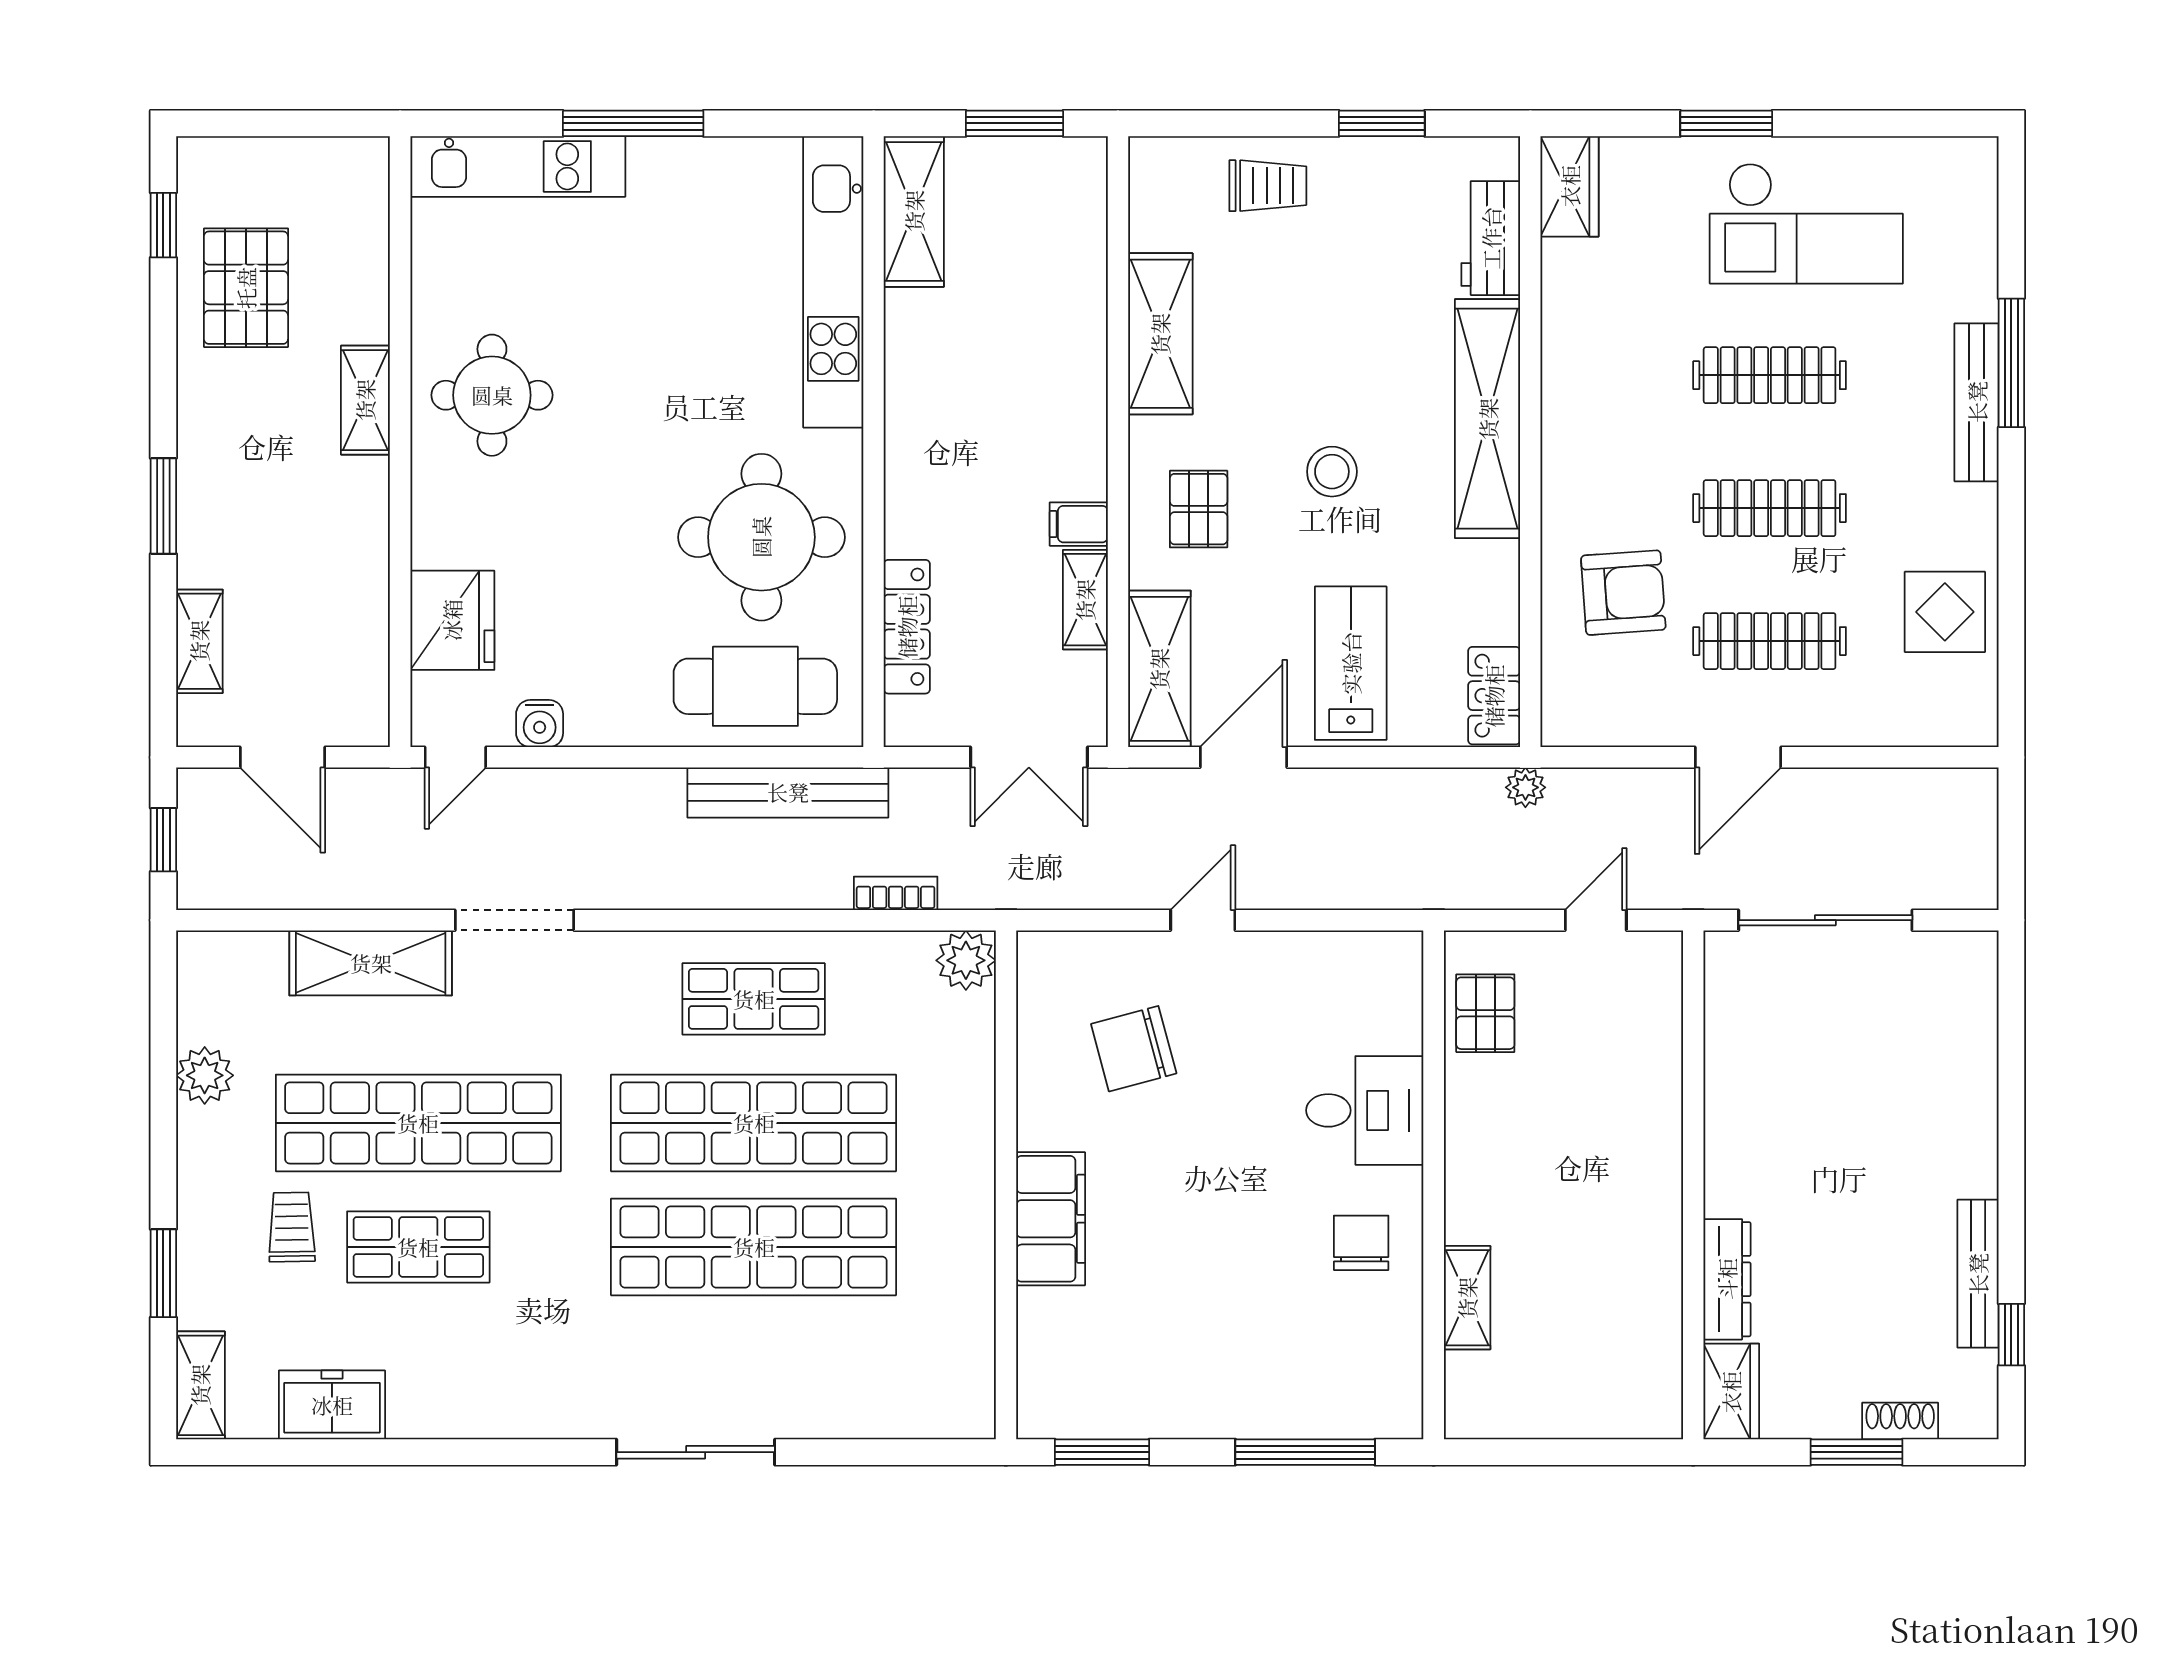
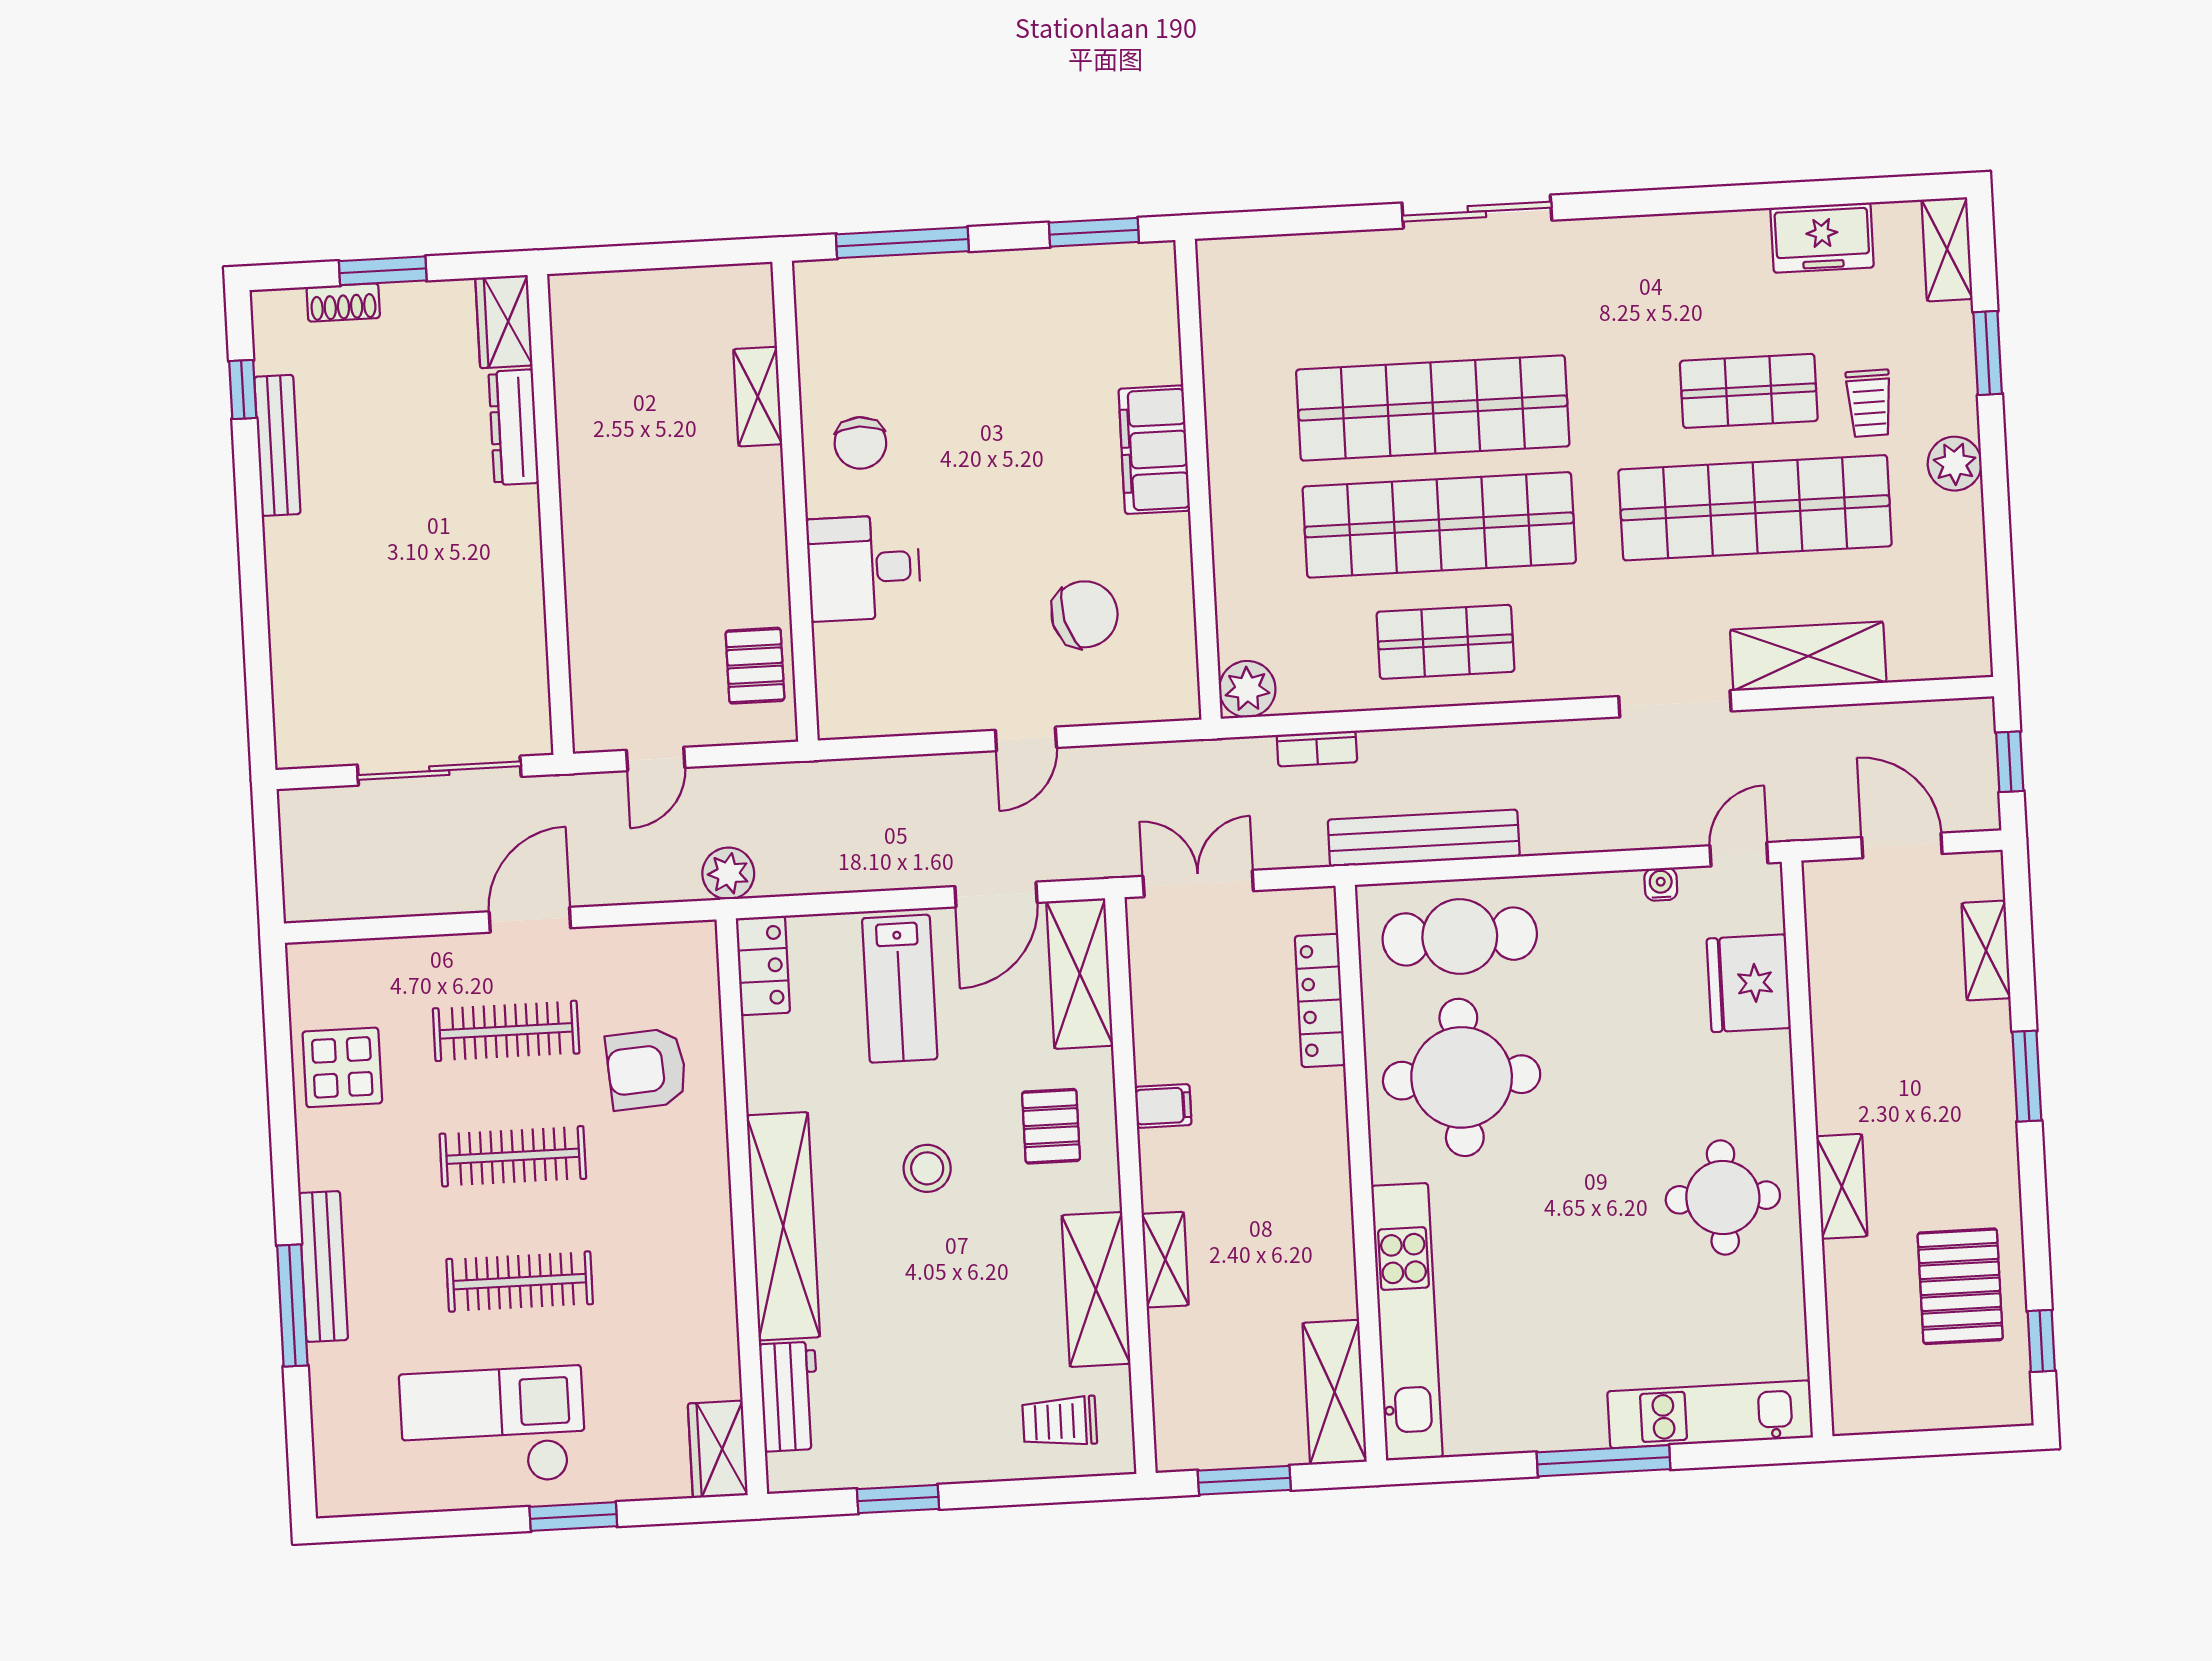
trolley: (1268, 186) -> (1060, 1421), moved
shelving: (1085, 600) -> (1165, 1260), moved
water cooler: (540, 724) -> (1661, 884), width x0.72, depth x0.72
plant: (1525, 787) -> (728, 873), width x1.38, depth x1.38
plant: (205, 1075) -> (1955, 464), moved

